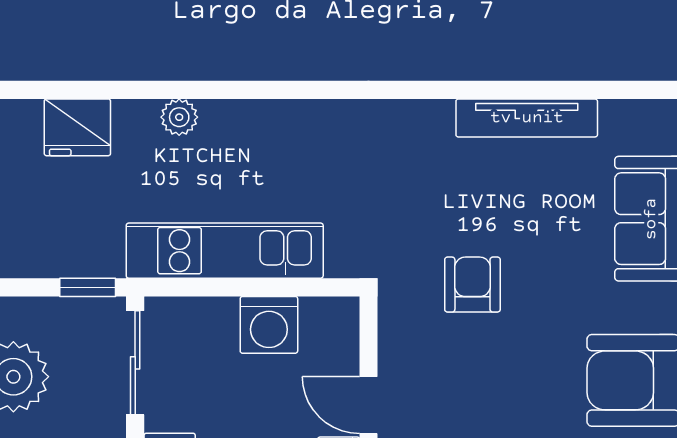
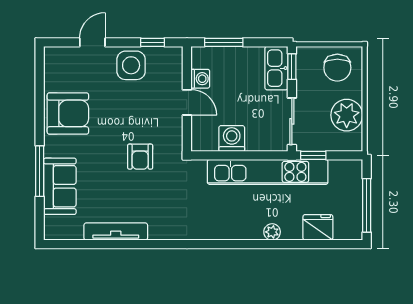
kitchen unit: (225, 251) -> (268, 172), width x1.36

